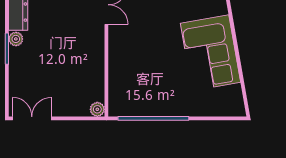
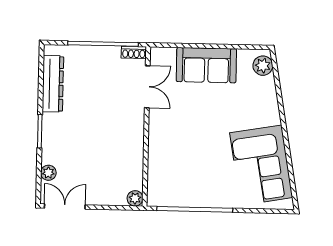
plant: (16, 39) -> (48, 173), moved
corner sofa: (210, 53) -> (261, 165), moved

